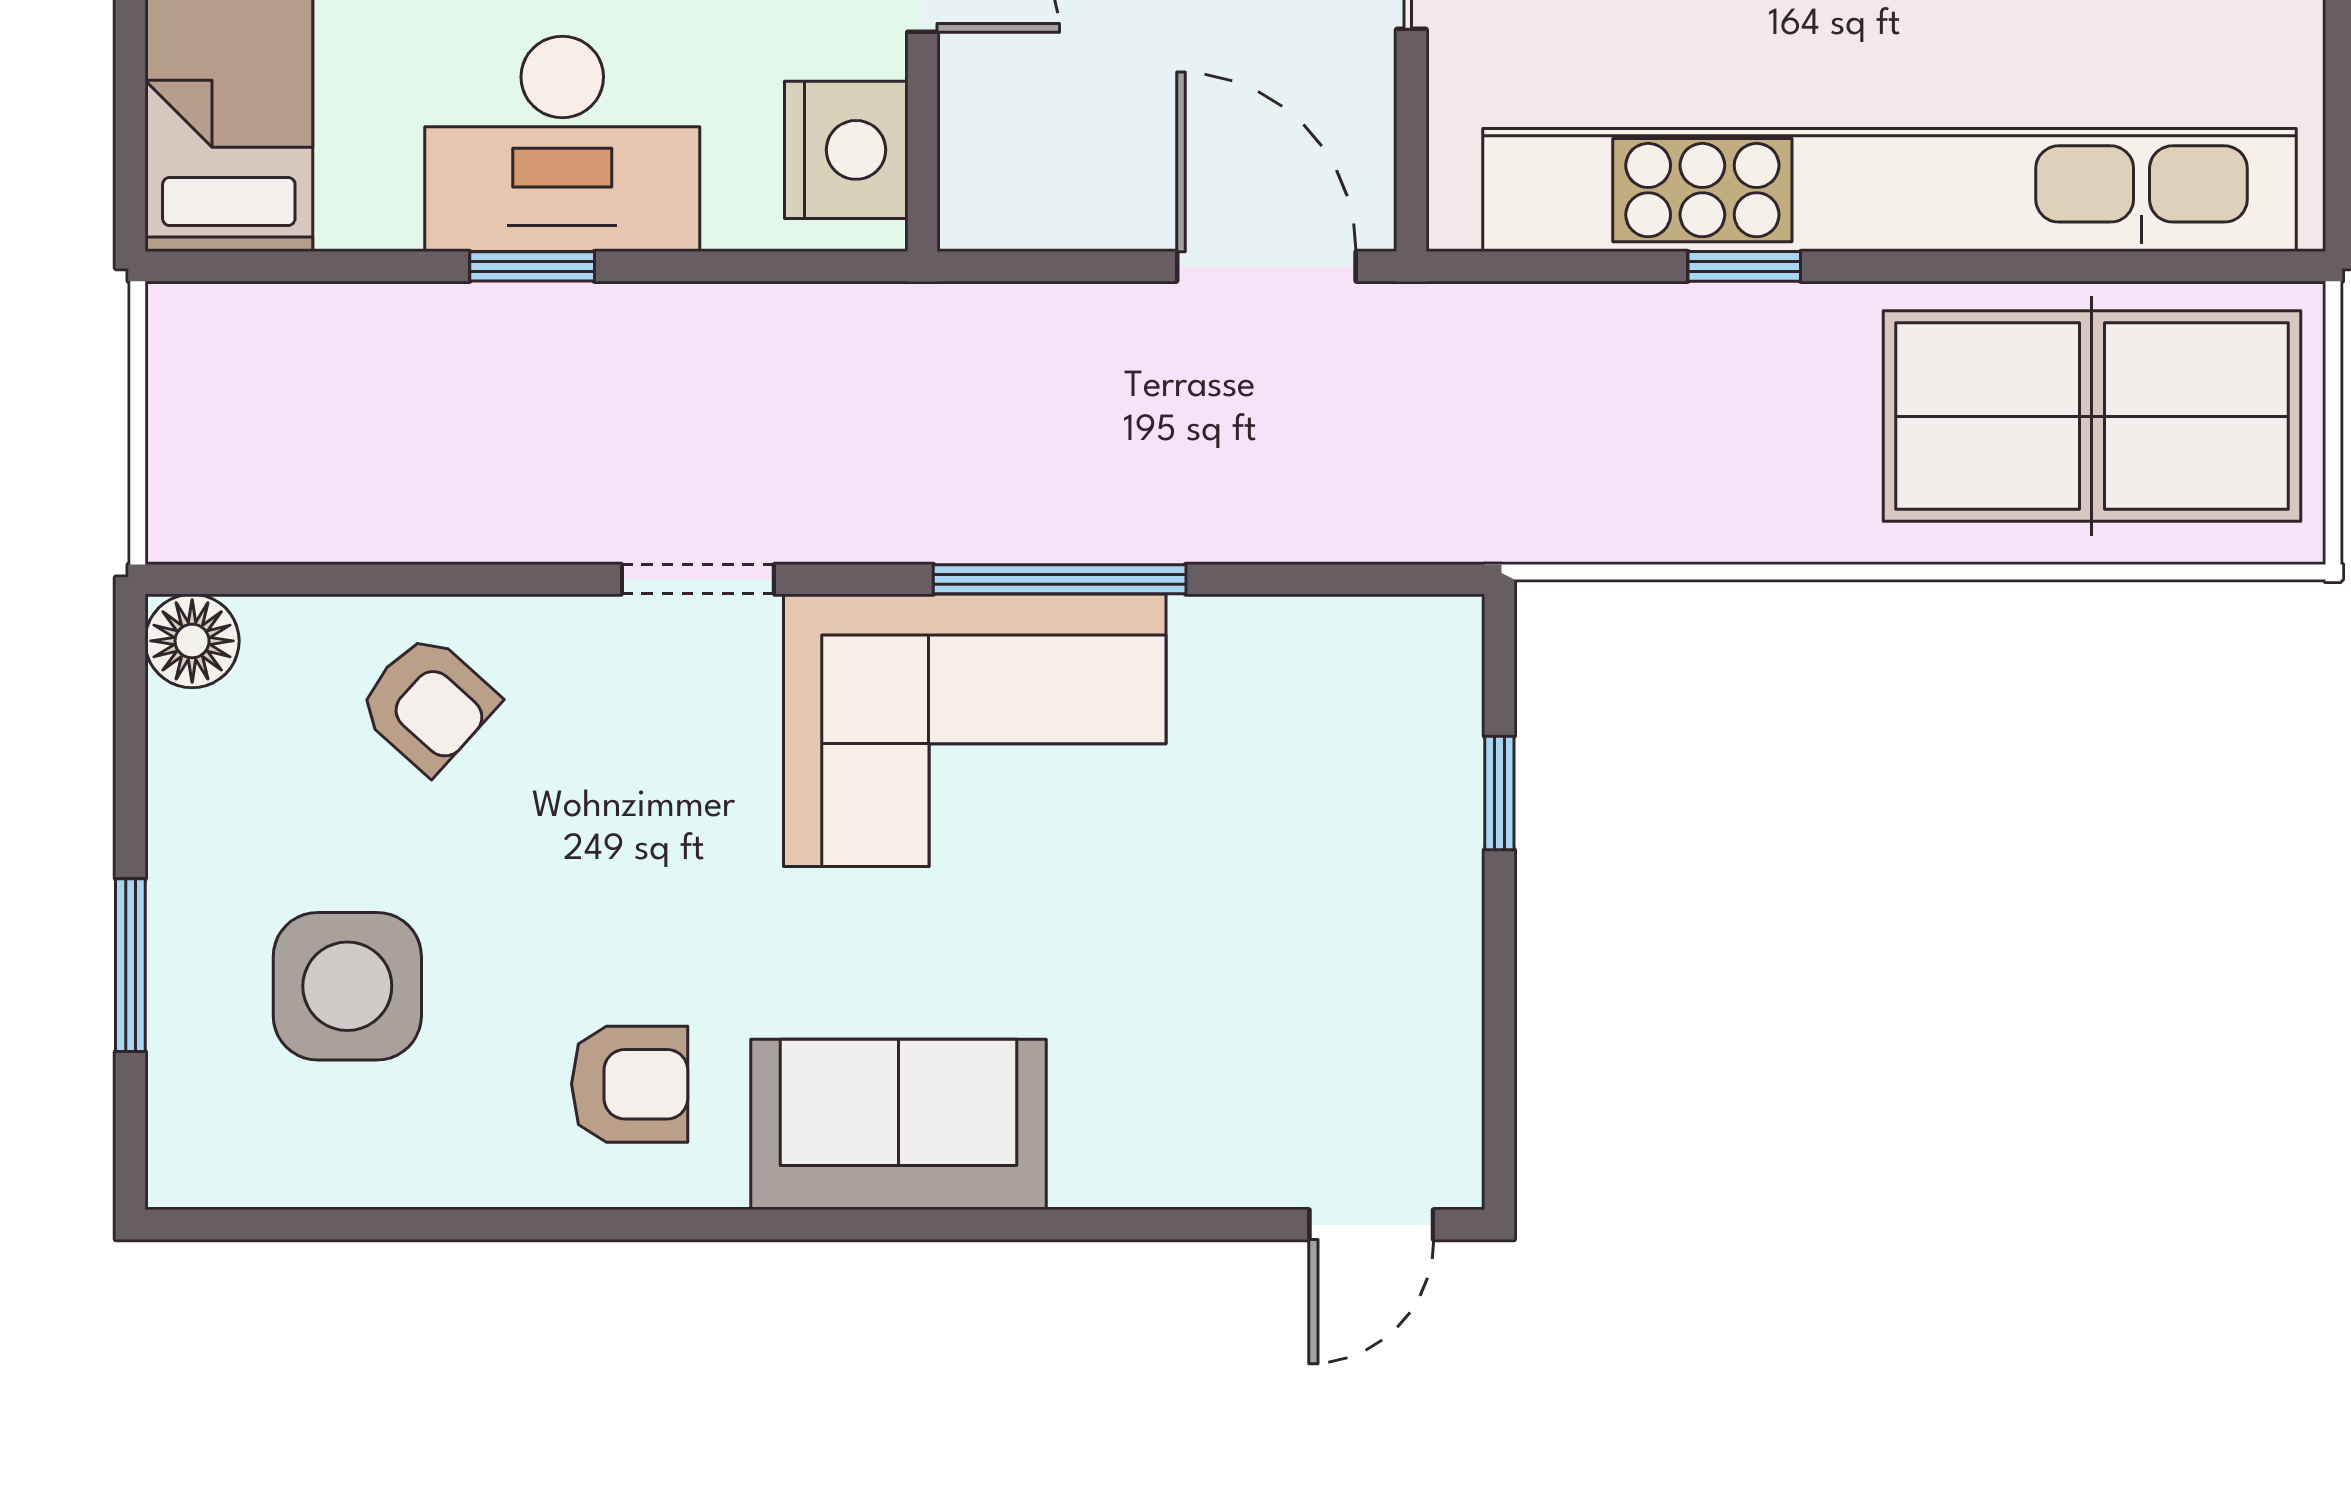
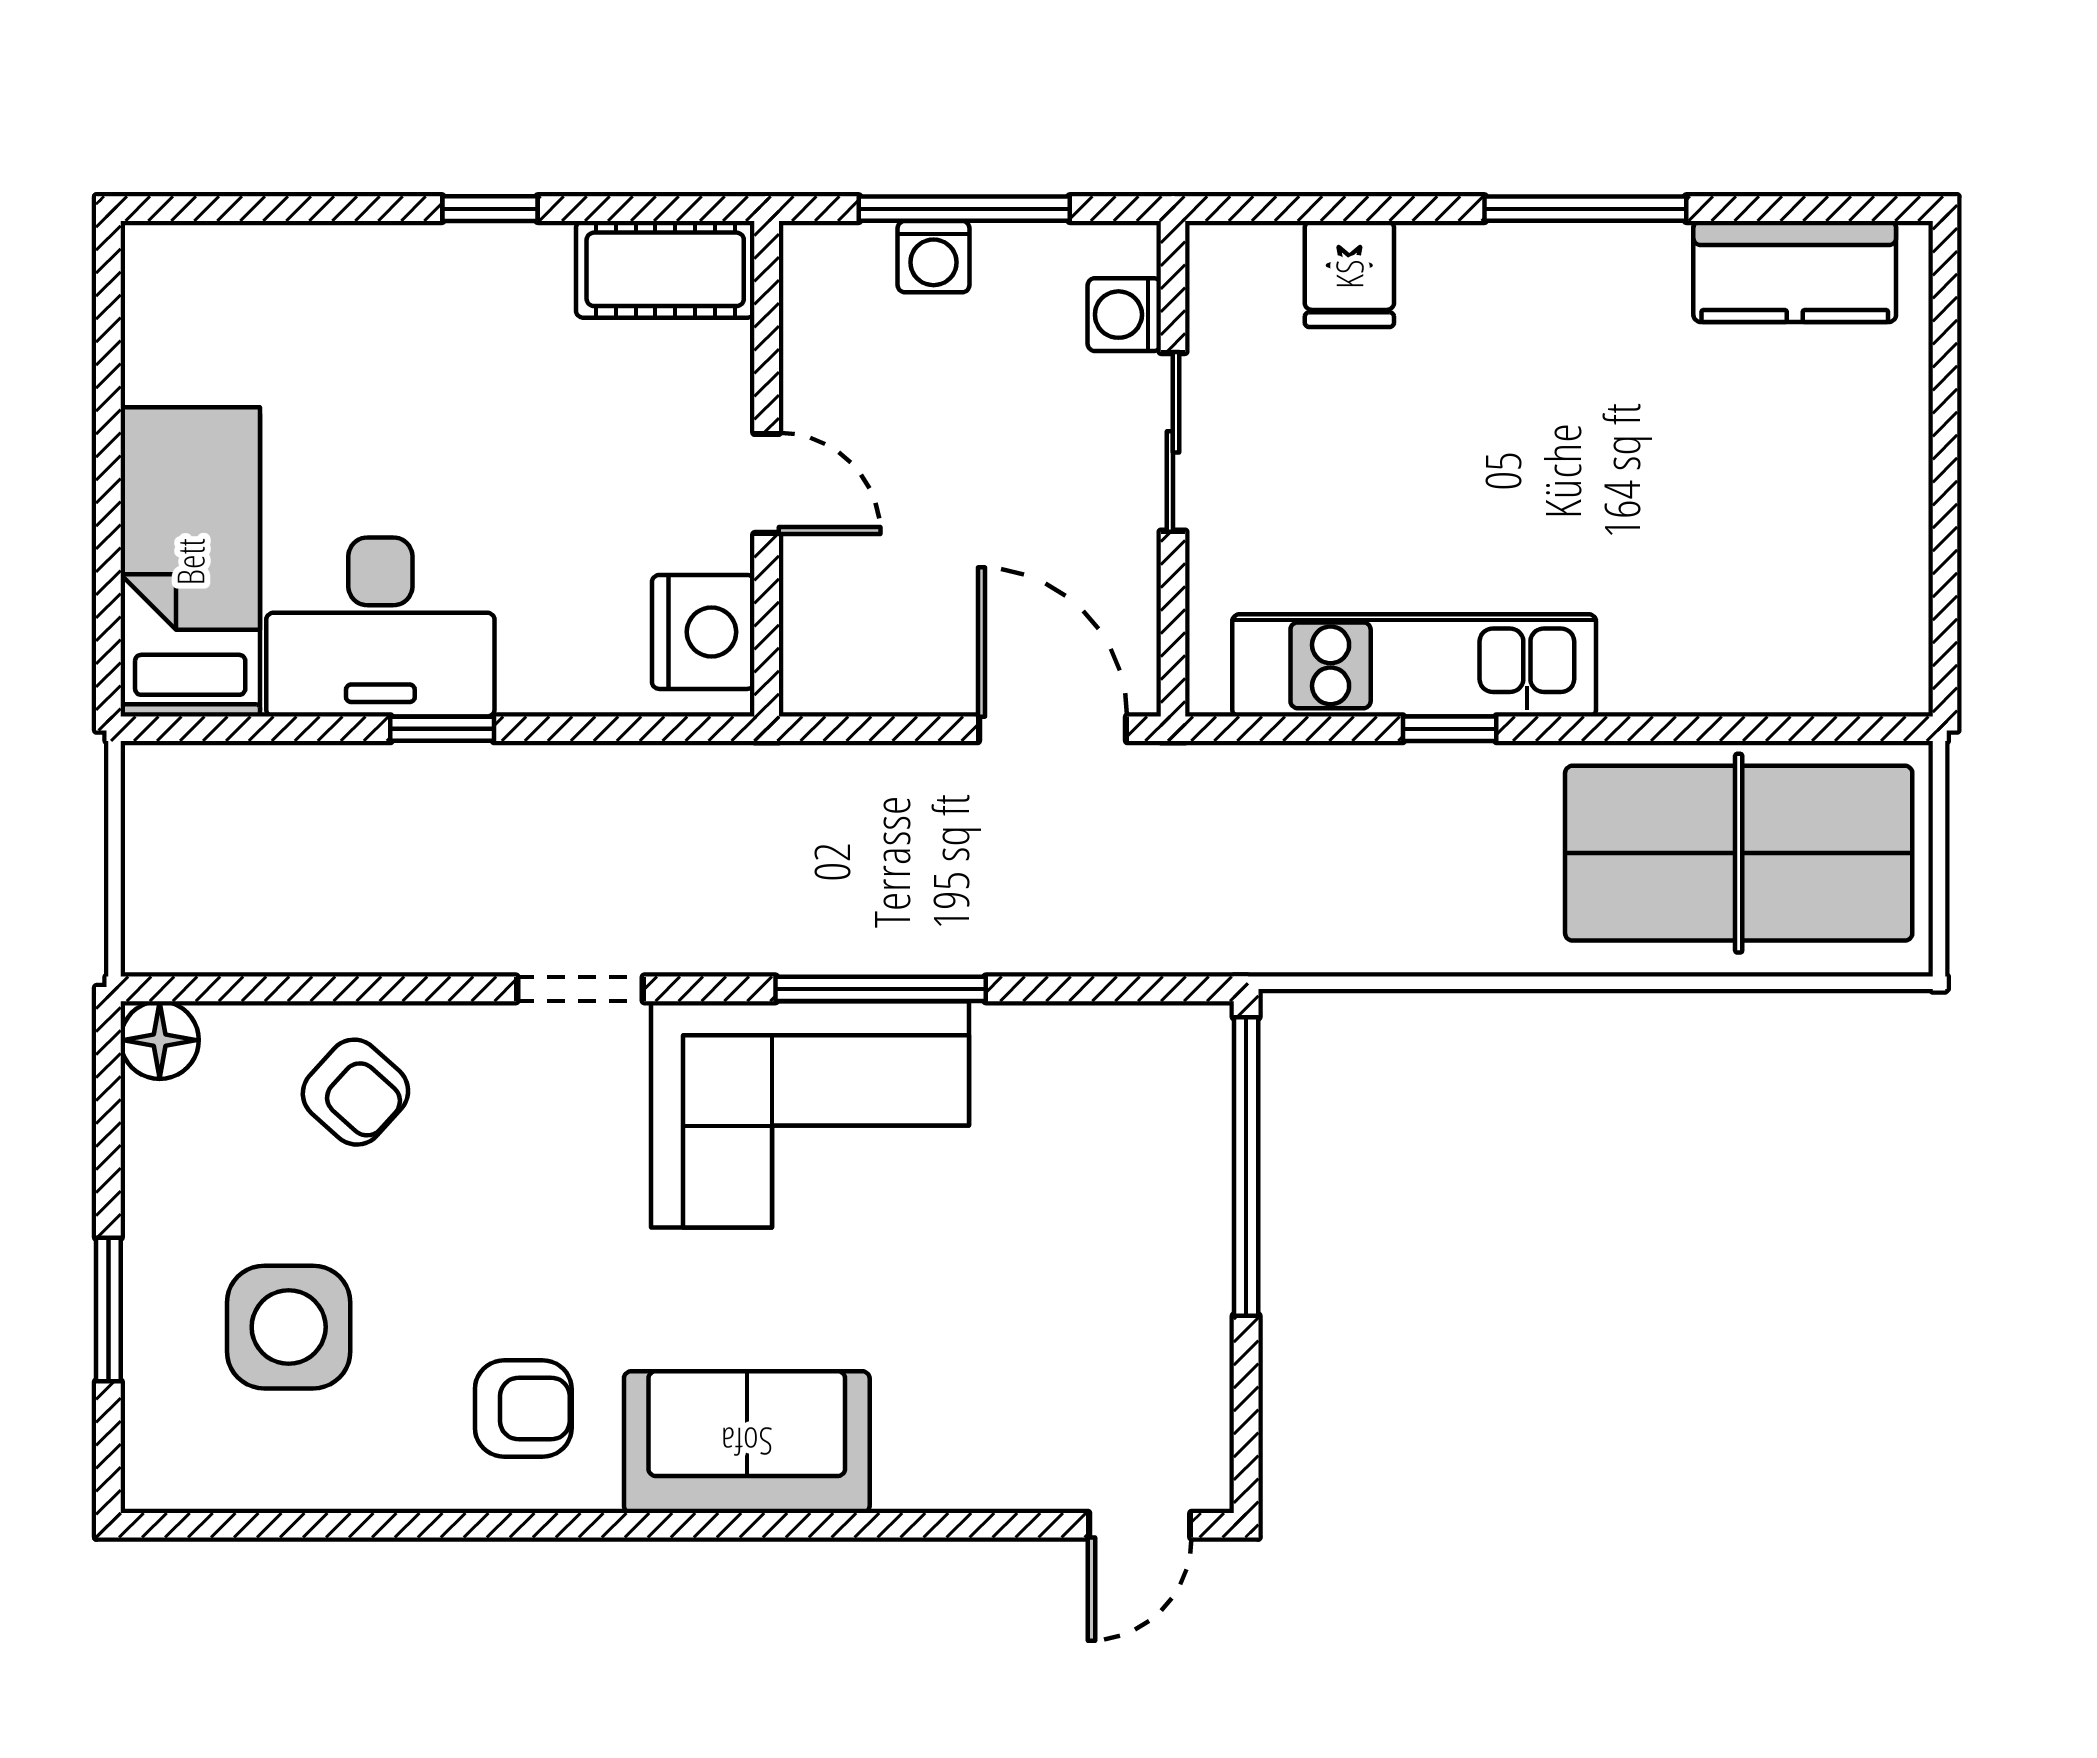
desk: (562, 144) -> (380, 627), moved
kitchen unit: (1889, 190) -> (1414, 665), width x0.54
window: (1499, 793) -> (1246, 1166), width x3.17

